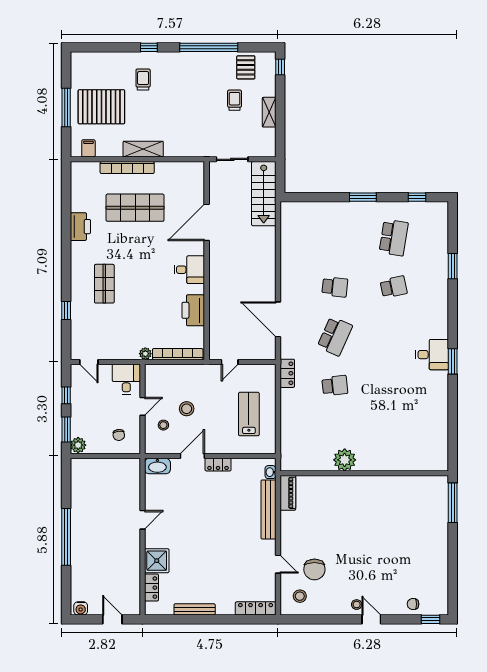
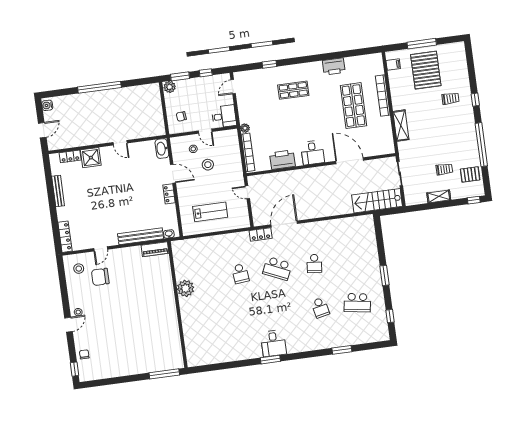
shelving: (143, 149) -> (401, 126), moved
locker: (287, 373) -> (261, 234), moved

